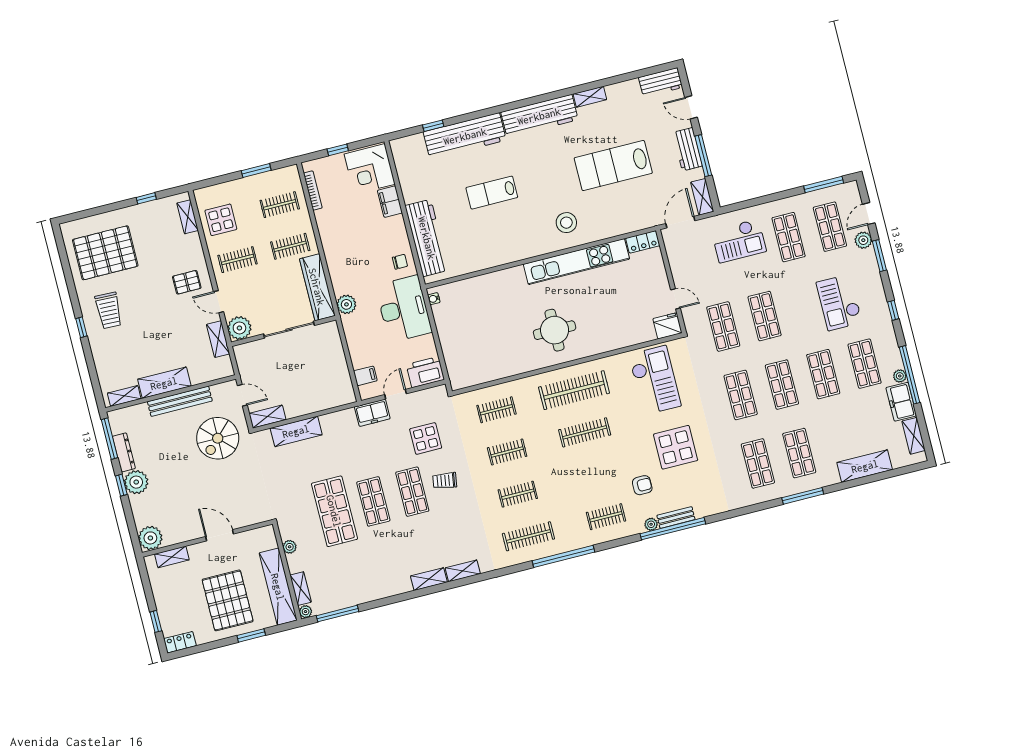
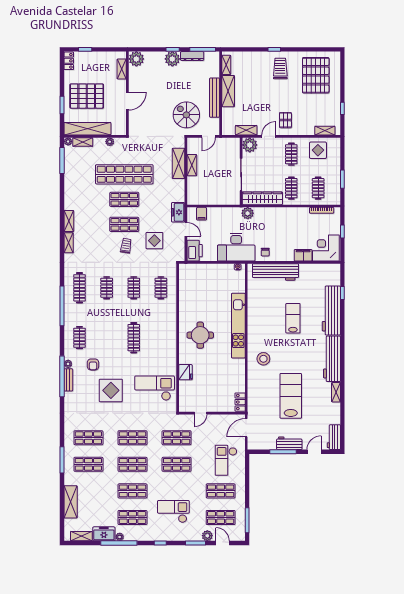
shelving: (702, 197) -> (258, 445), removed
door: (680, 222) -> (246, 428), swing flipped
kitchen unit: (576, 262) -> (238, 326), moved
trolley: (109, 310) -> (280, 69), turned 88
fridge: (667, 326) -> (185, 372), moved
checkout: (655, 380) -> (155, 388), turned 180
clothes rail: (574, 390) -> (161, 338), removed
shelving: (267, 417) -> (192, 165), moved
shop shelf: (334, 511) -> (124, 174), width x1.40

